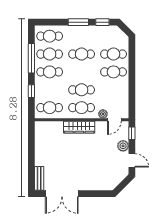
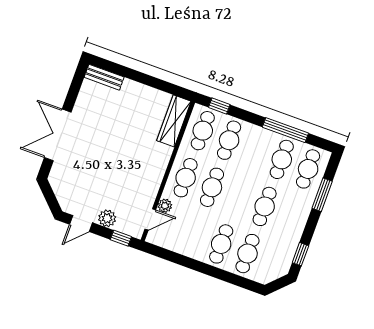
window: (78, 22) -> (322, 195), moved
cafe table: (50, 72) -> (229, 140), moved
window: (31, 91) -> (219, 106), moved
door: (114, 120) -> (150, 219), swing flipped
wardrobe: (79, 127) -> (174, 121), moved
double door: (62, 194) -> (58, 135), moved

